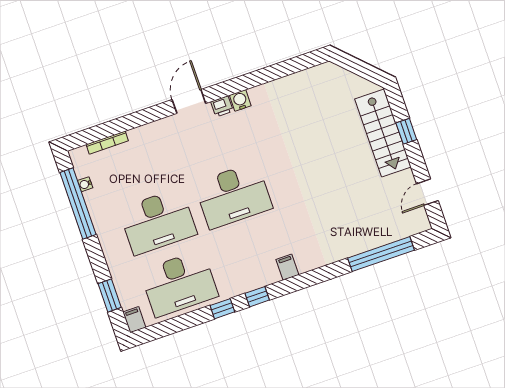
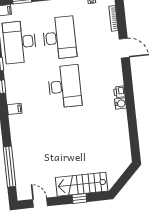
door: (189, 101) -> (124, 48), moved
desk: (233, 196) -> (65, 86), turned 180
desk: (158, 222) -> (59, 38), turned 180

